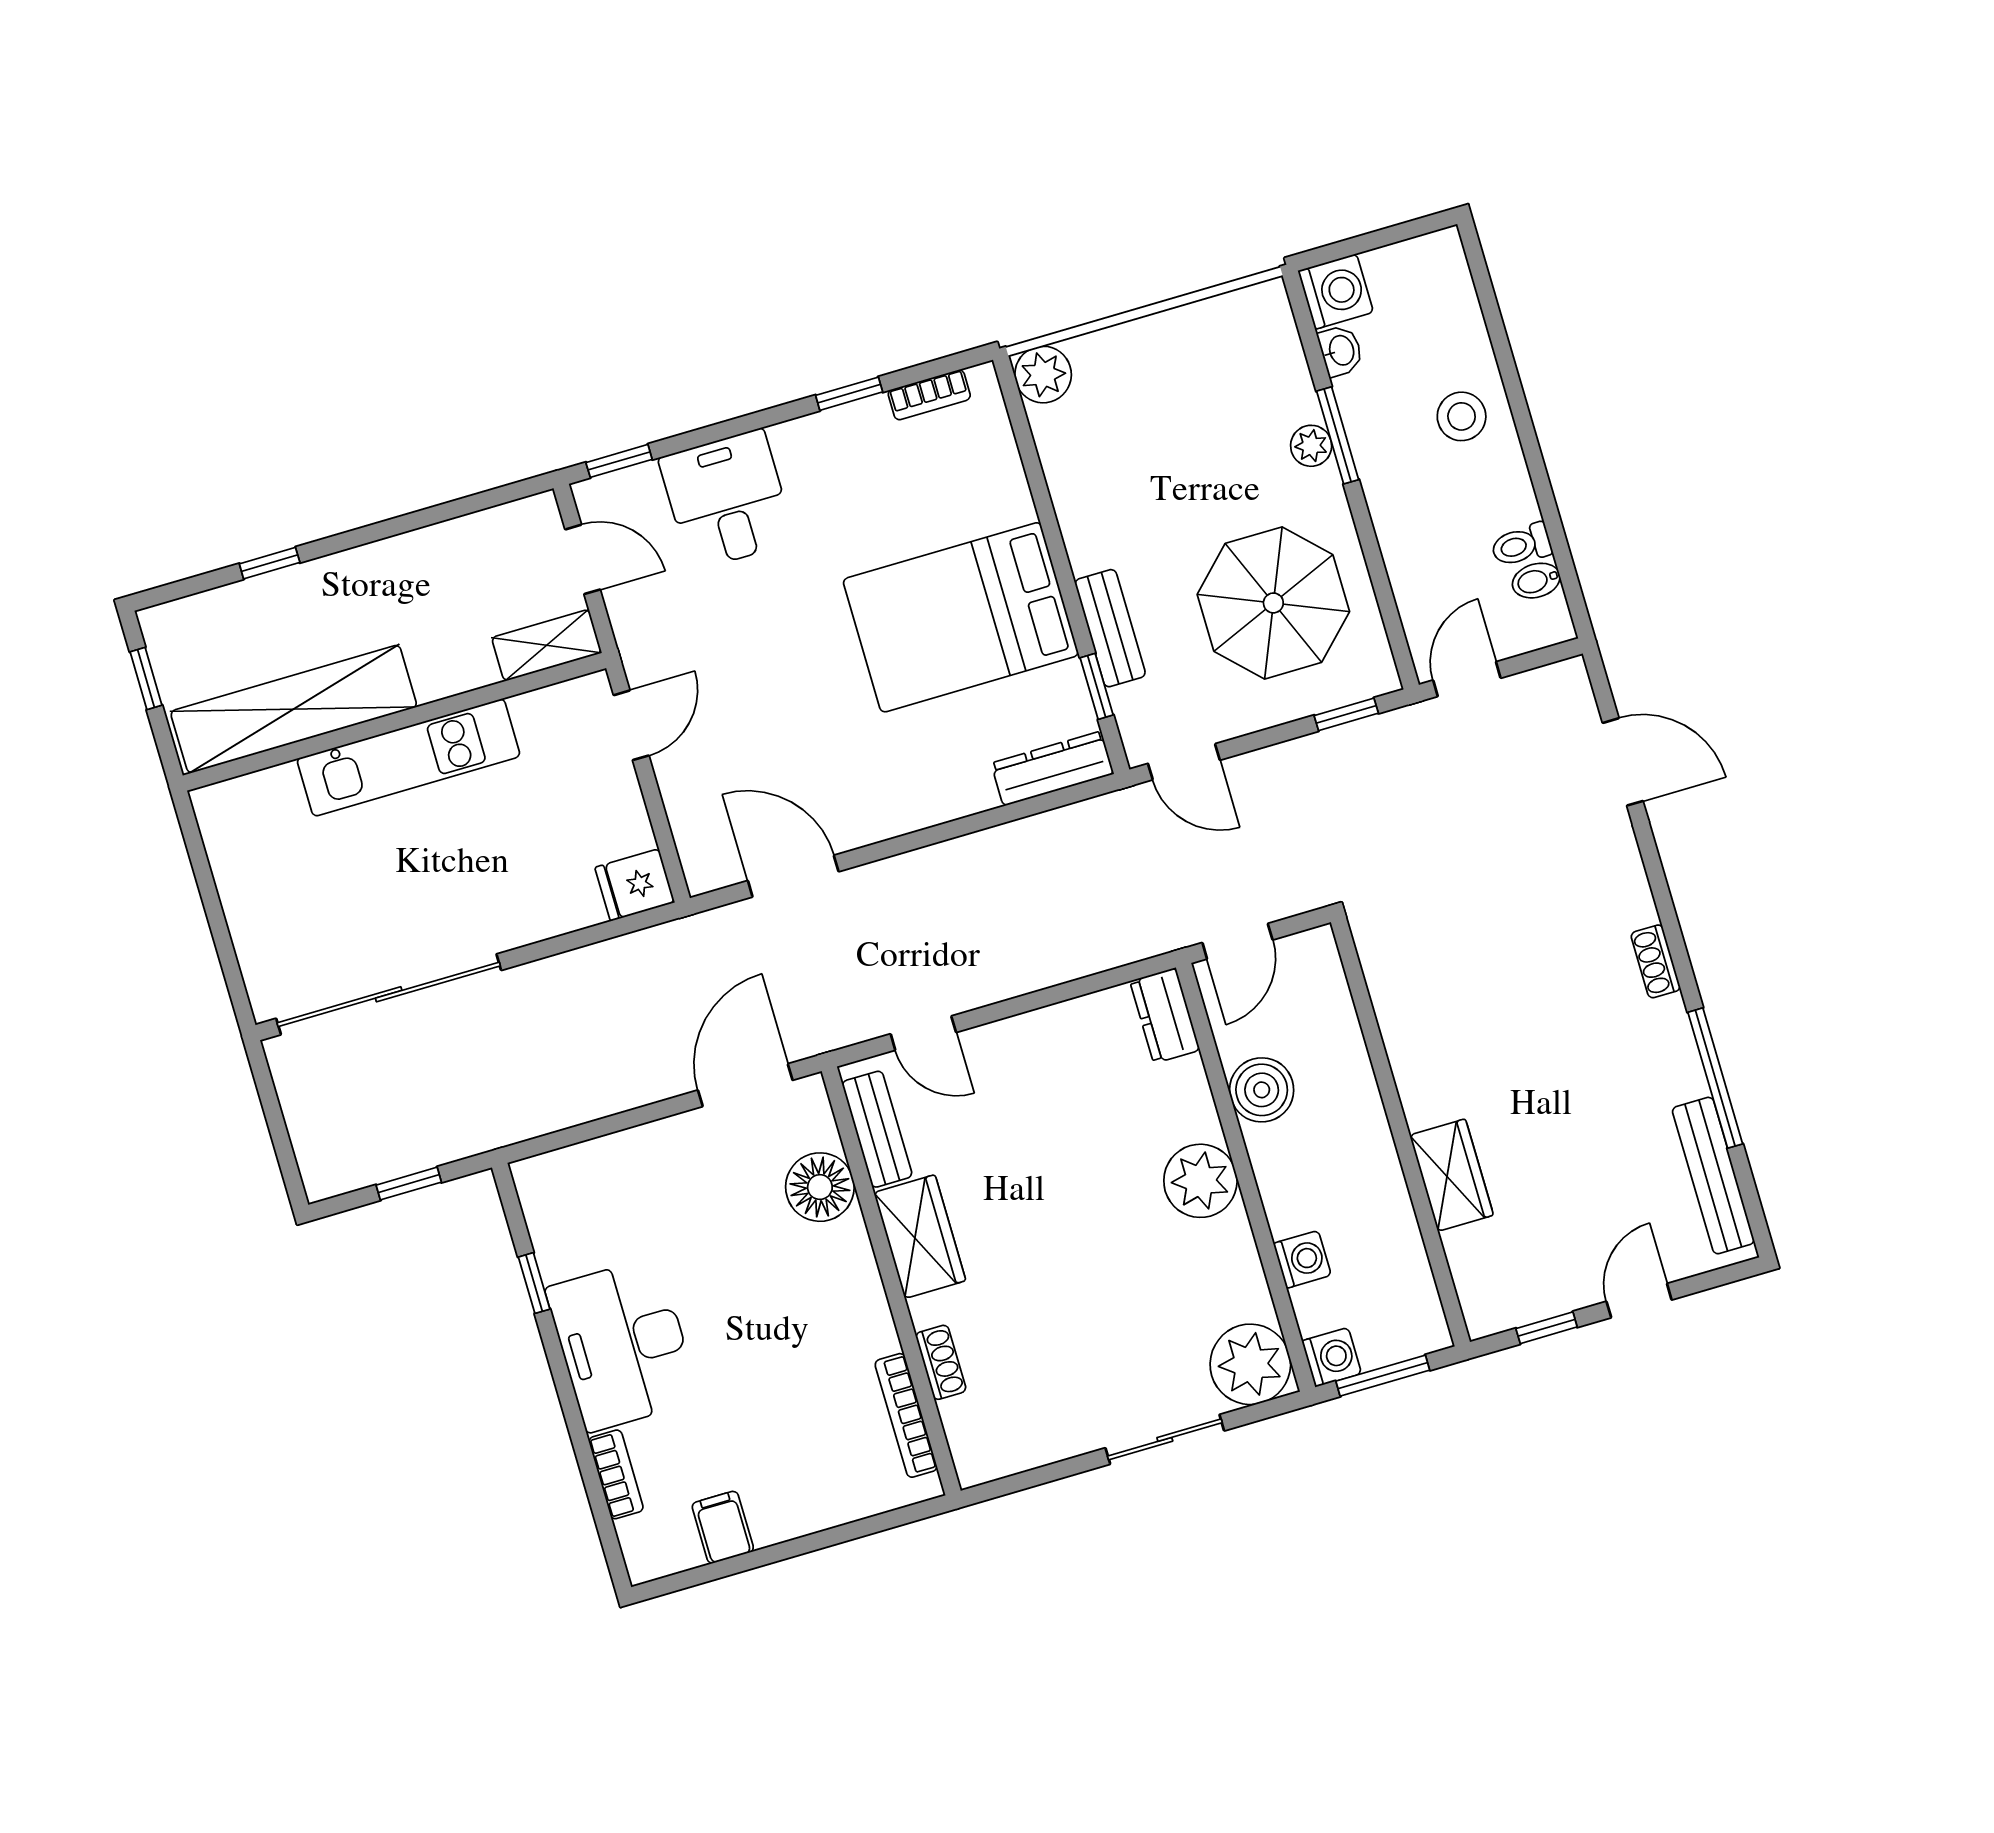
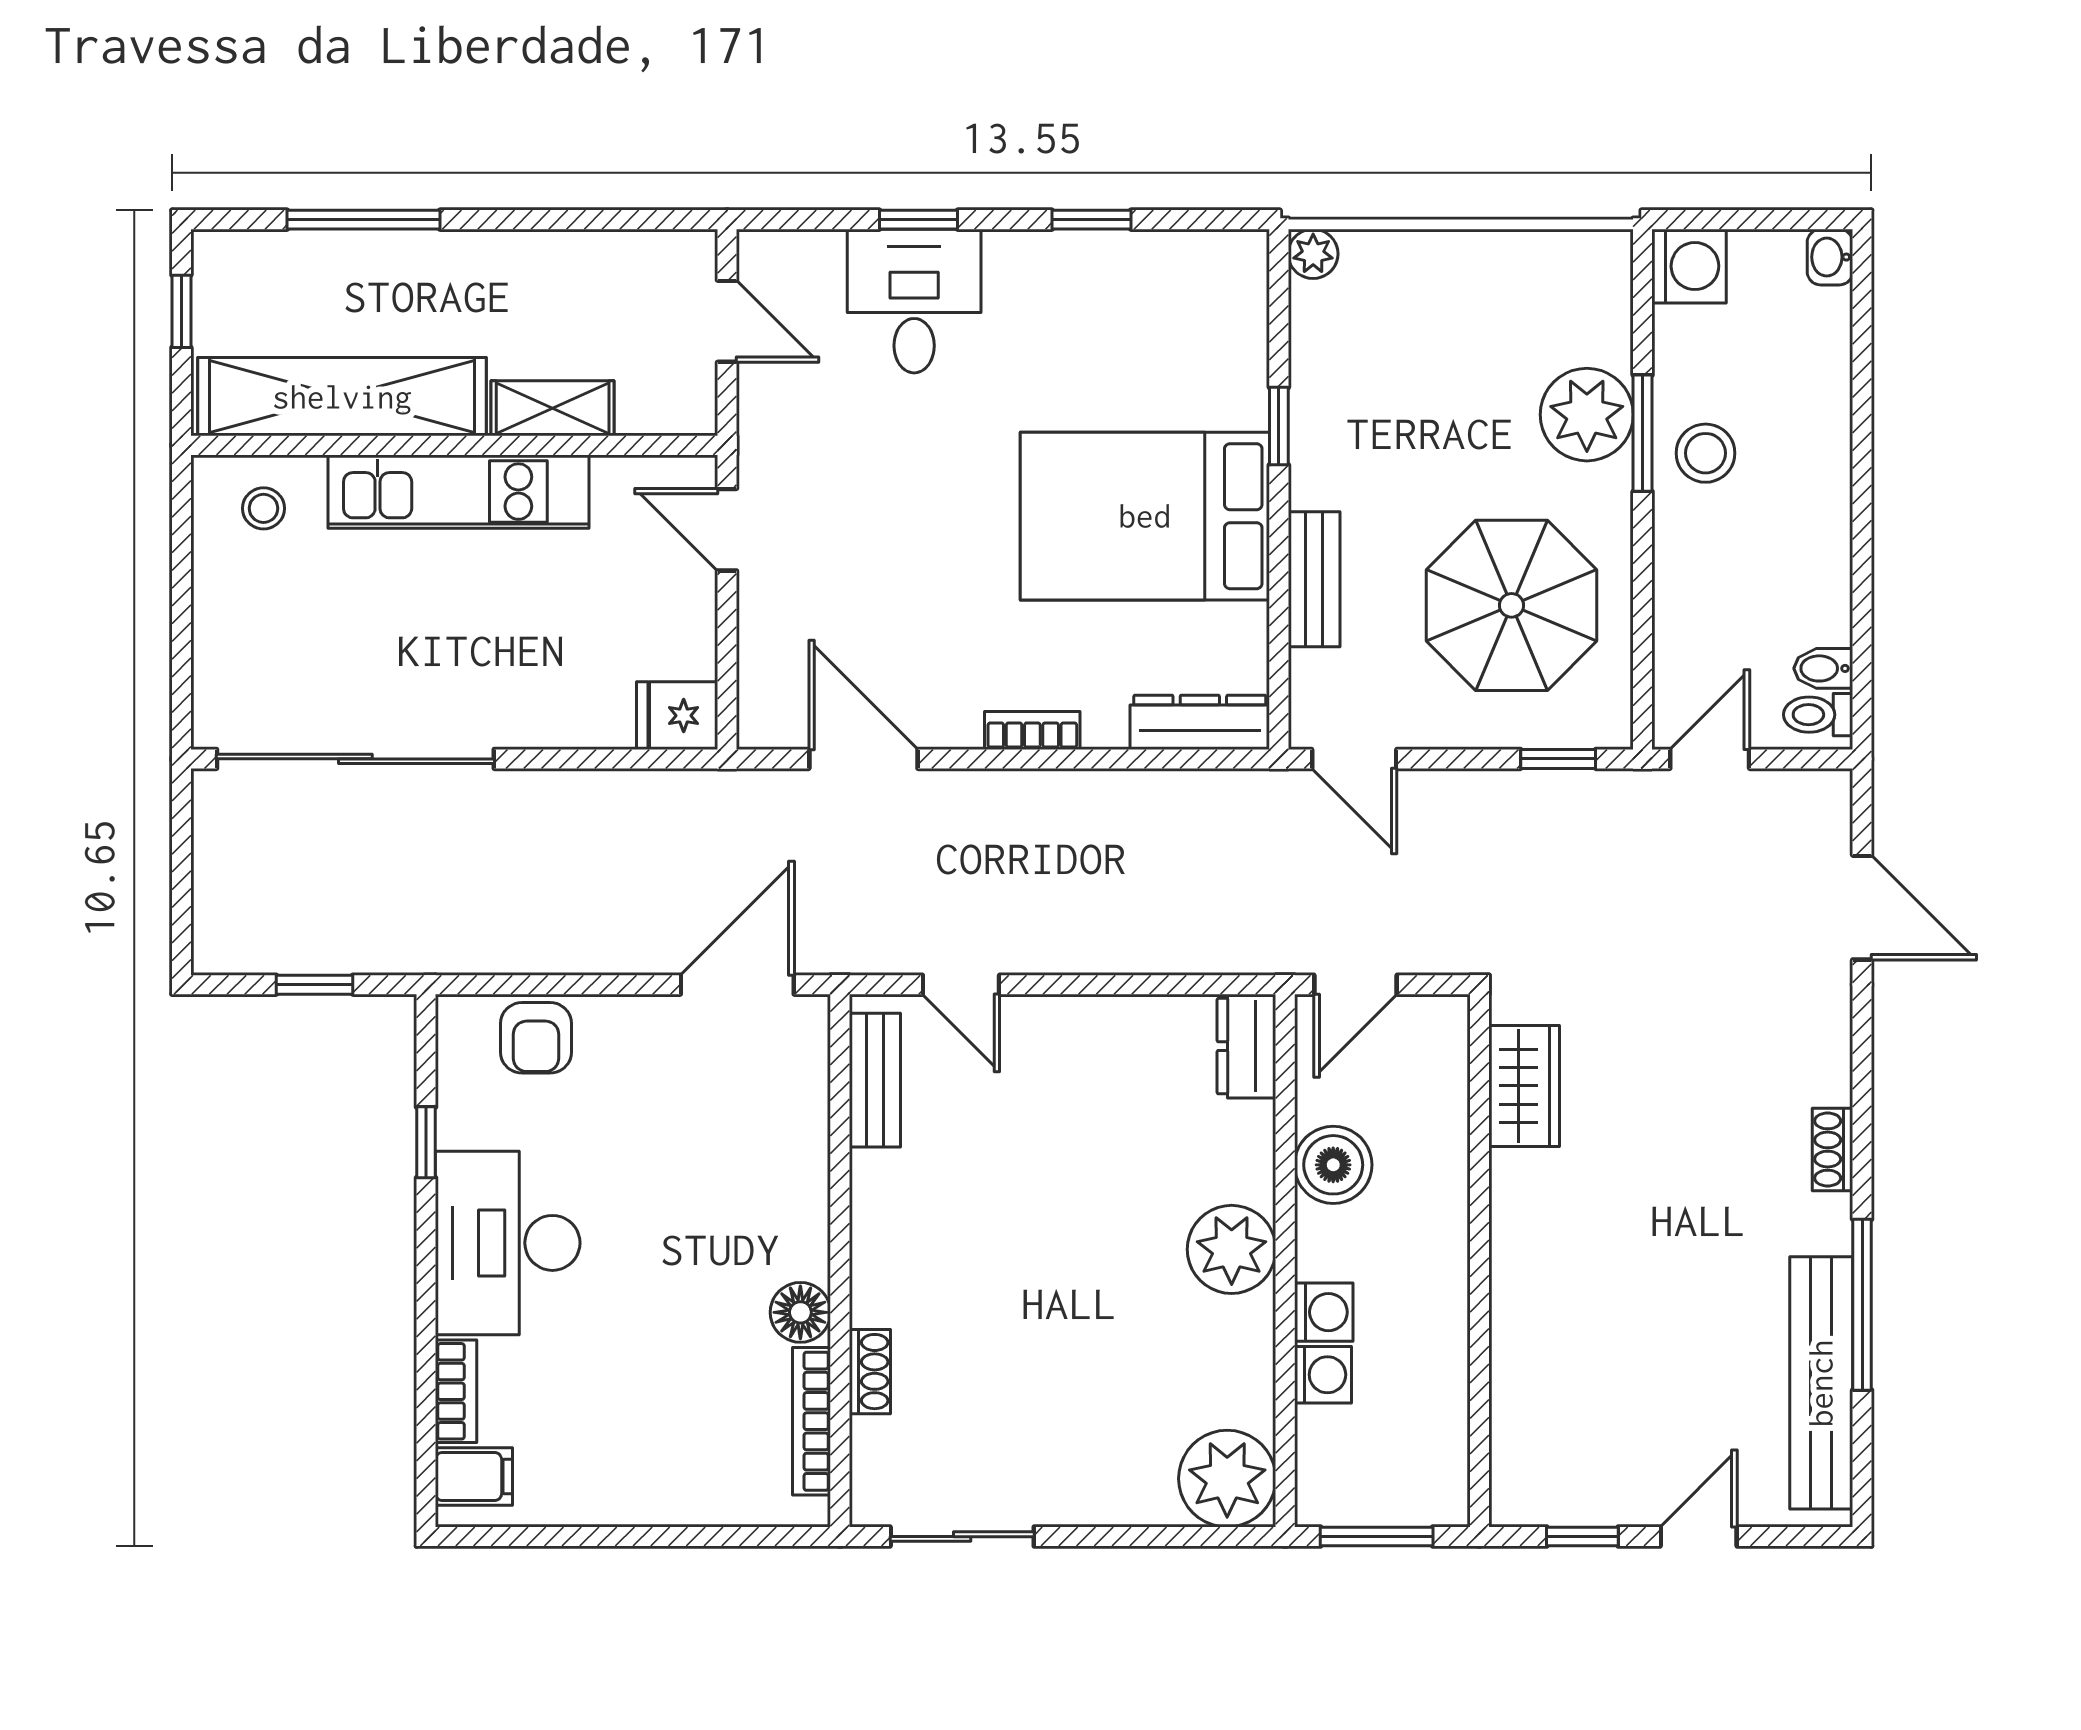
washbasin: (1341, 351) -> (1830, 257), moved, turned 180
plant: (1043, 375) -> (1313, 254), width x0.73, depth x0.73
bookcase: (929, 395) -> (1032, 730), moved, turned 180
stool: (1462, 416) -> (1706, 453), moved
plant: (1311, 446) -> (1587, 415), width x1.87, depth x1.87
window: (619, 461) -> (919, 220), moved
toilet: (1521, 545) -> (1818, 715), moved
window: (270, 563) -> (363, 220), width x2.17
shelving: (547, 645) -> (553, 408), moved
window: (1097, 686) -> (1279, 426), moved
door: (631, 725) -> (727, 530), swing flipped
stool: (257, 816) -> (264, 508), added
armchair: (597, 1174) -> (536, 1038), added
wardrobe: (1452, 1175) -> (1524, 1086), moved
bench: (1713, 1176) -> (1821, 1383), width x1.37, depth x1.21
floor lamp: (820, 1187) -> (800, 1312), moved, width x0.73, depth x0.73
wardrobe: (920, 1237) -> (888, 1219), removed
washing machine: (1332, 1357) -> (1324, 1312), moved
sliding door: (1165, 1439) -> (962, 1537), moved
filing cabinet: (723, 1527) -> (474, 1477), moved, turned 90

